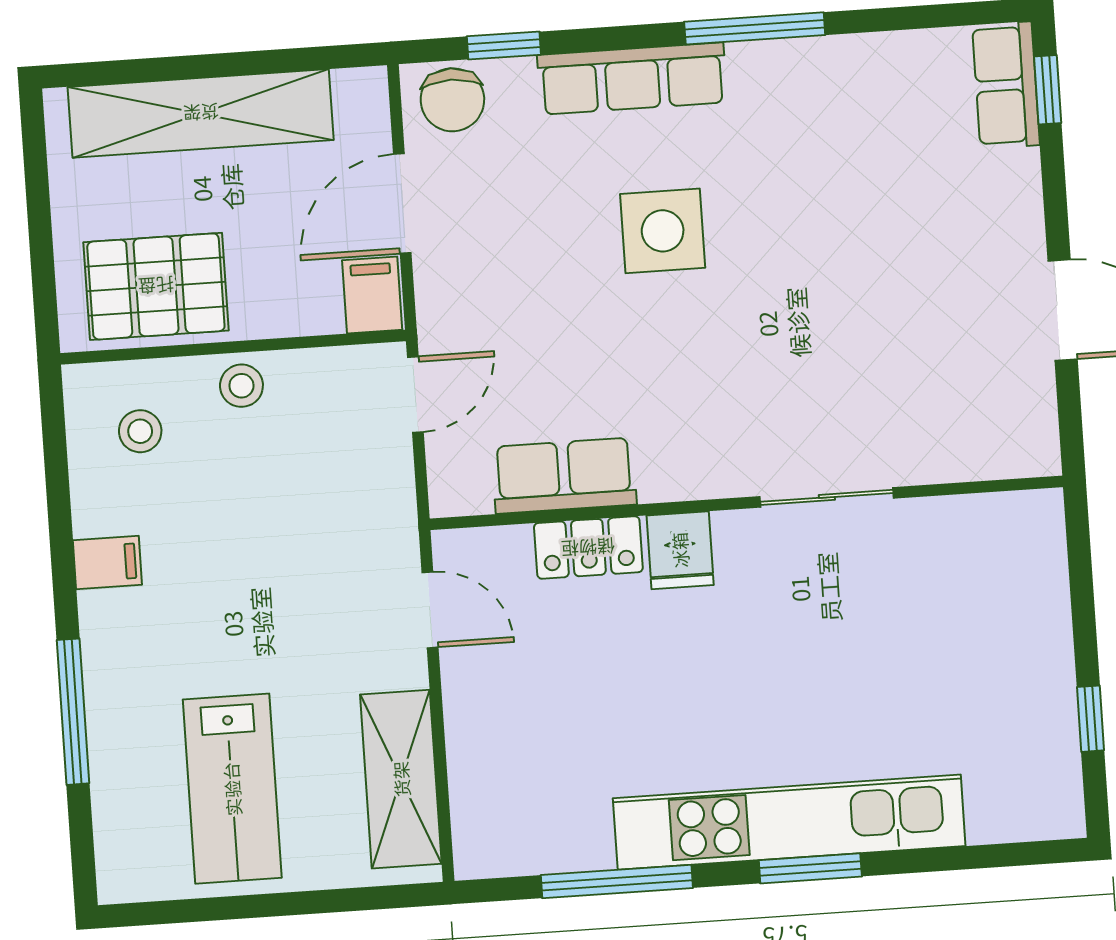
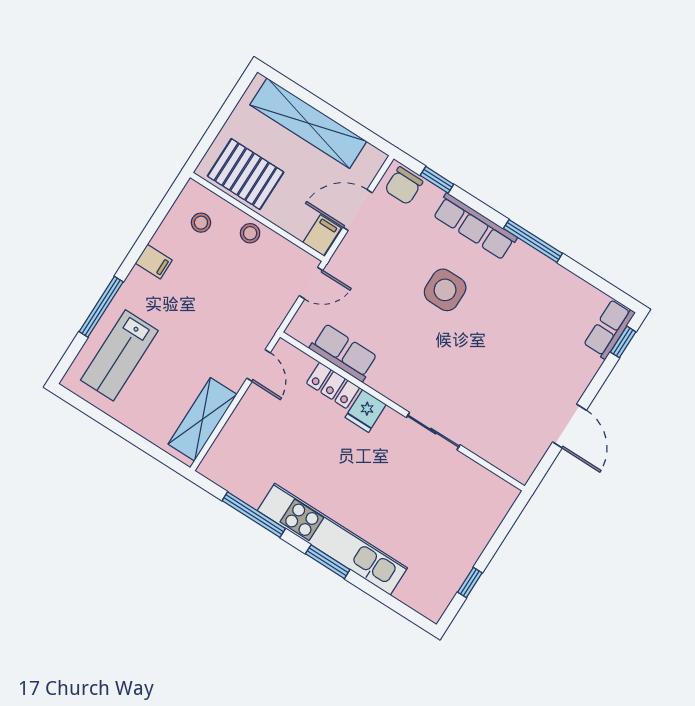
lab bench: (232, 789) -> (119, 355), moved

